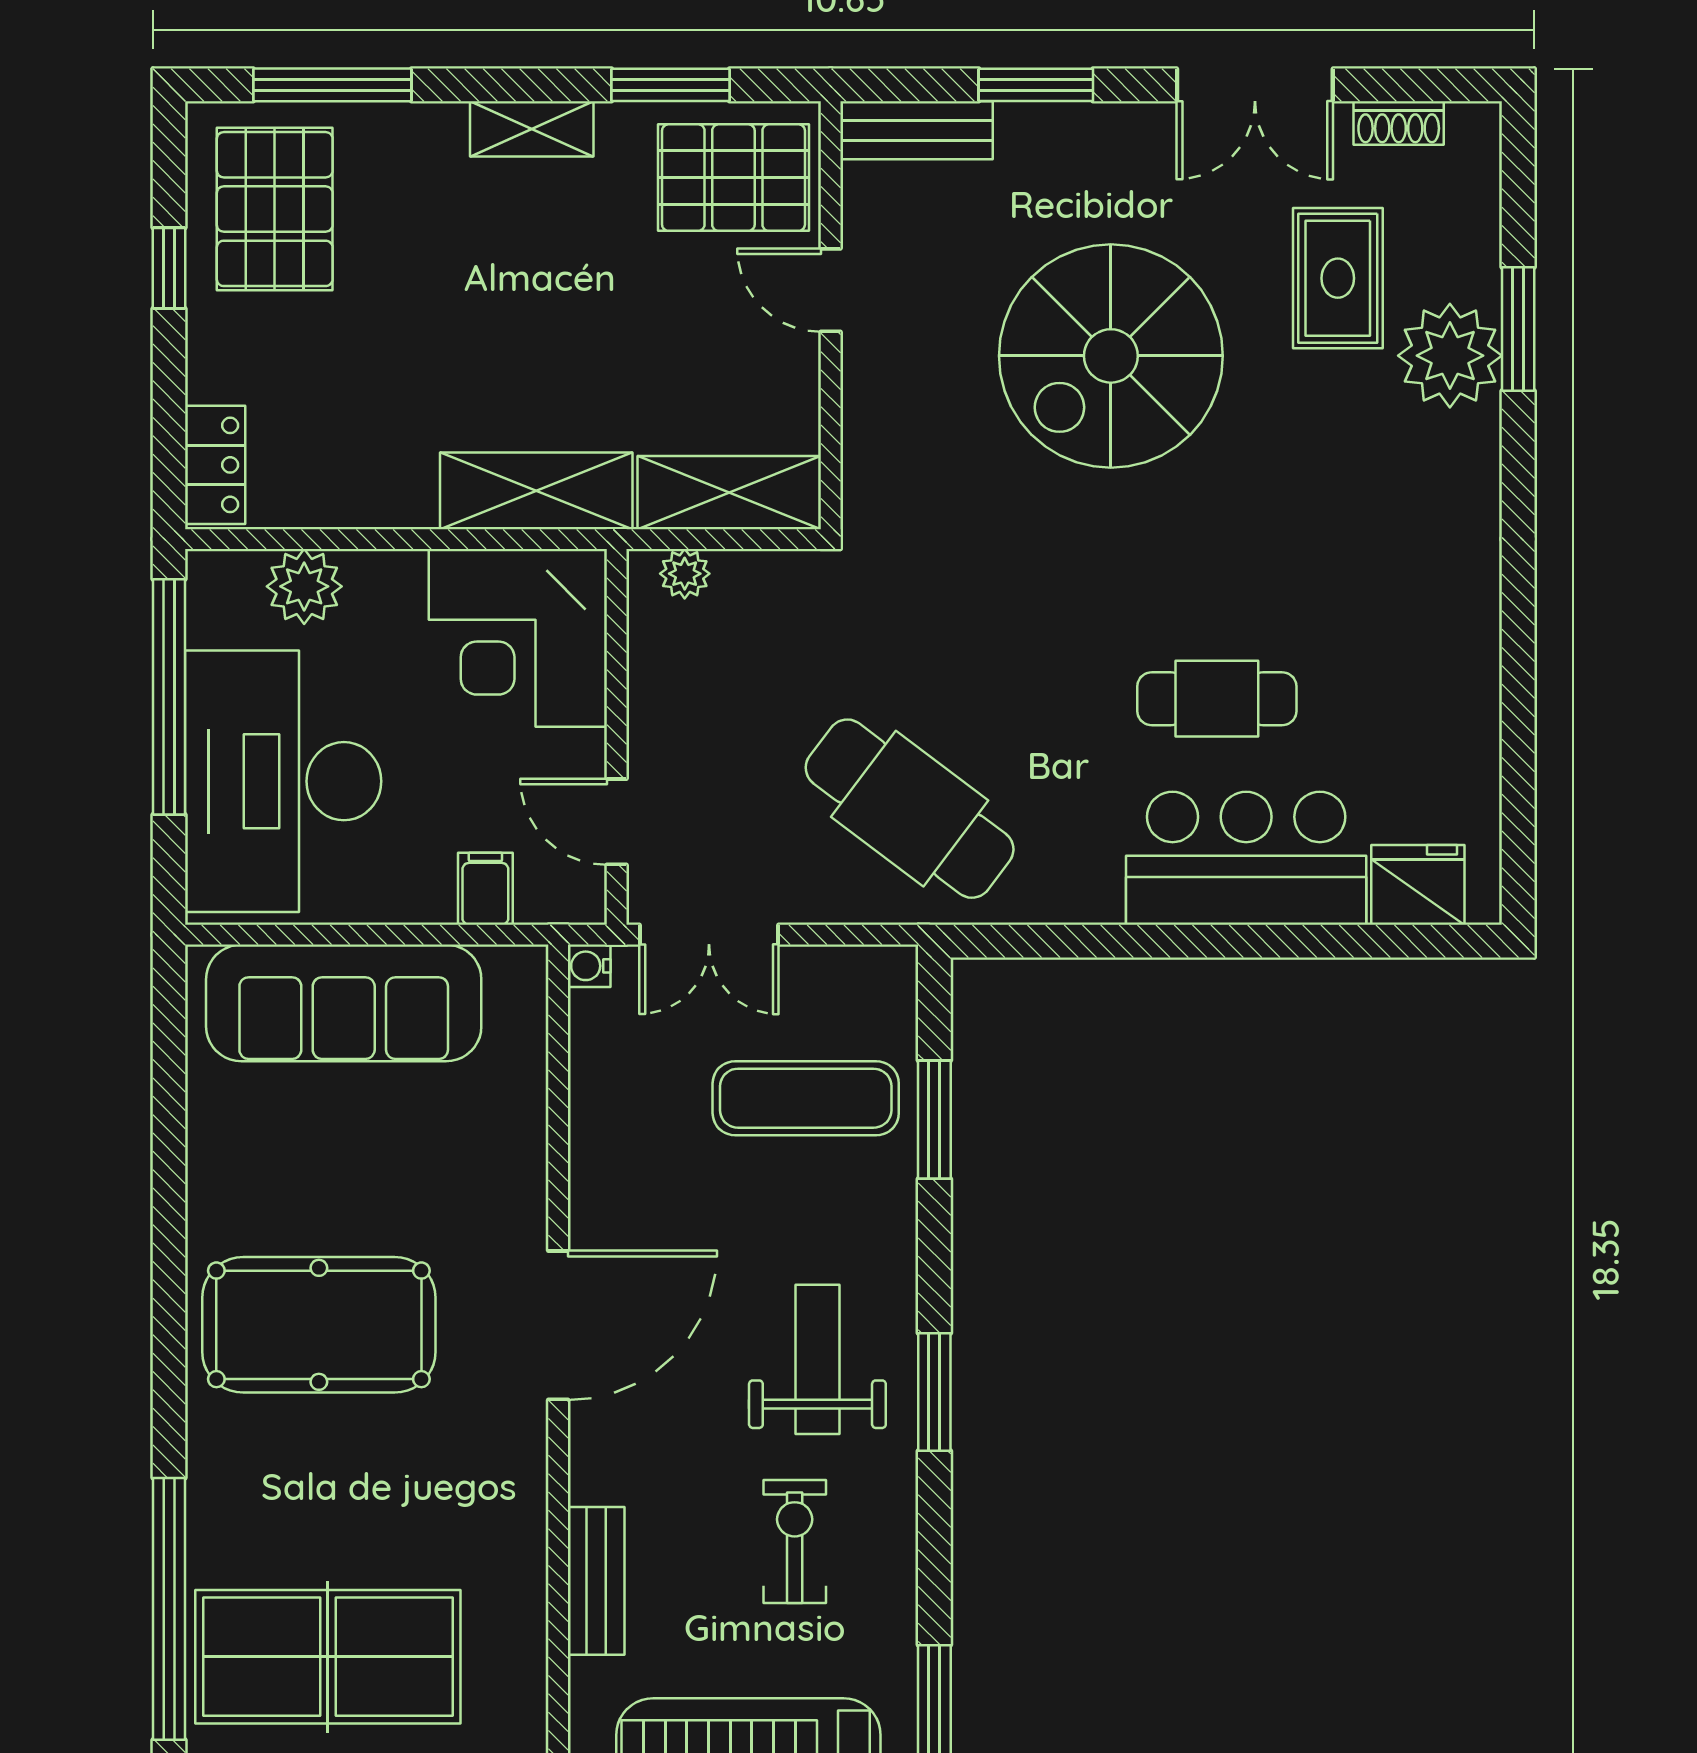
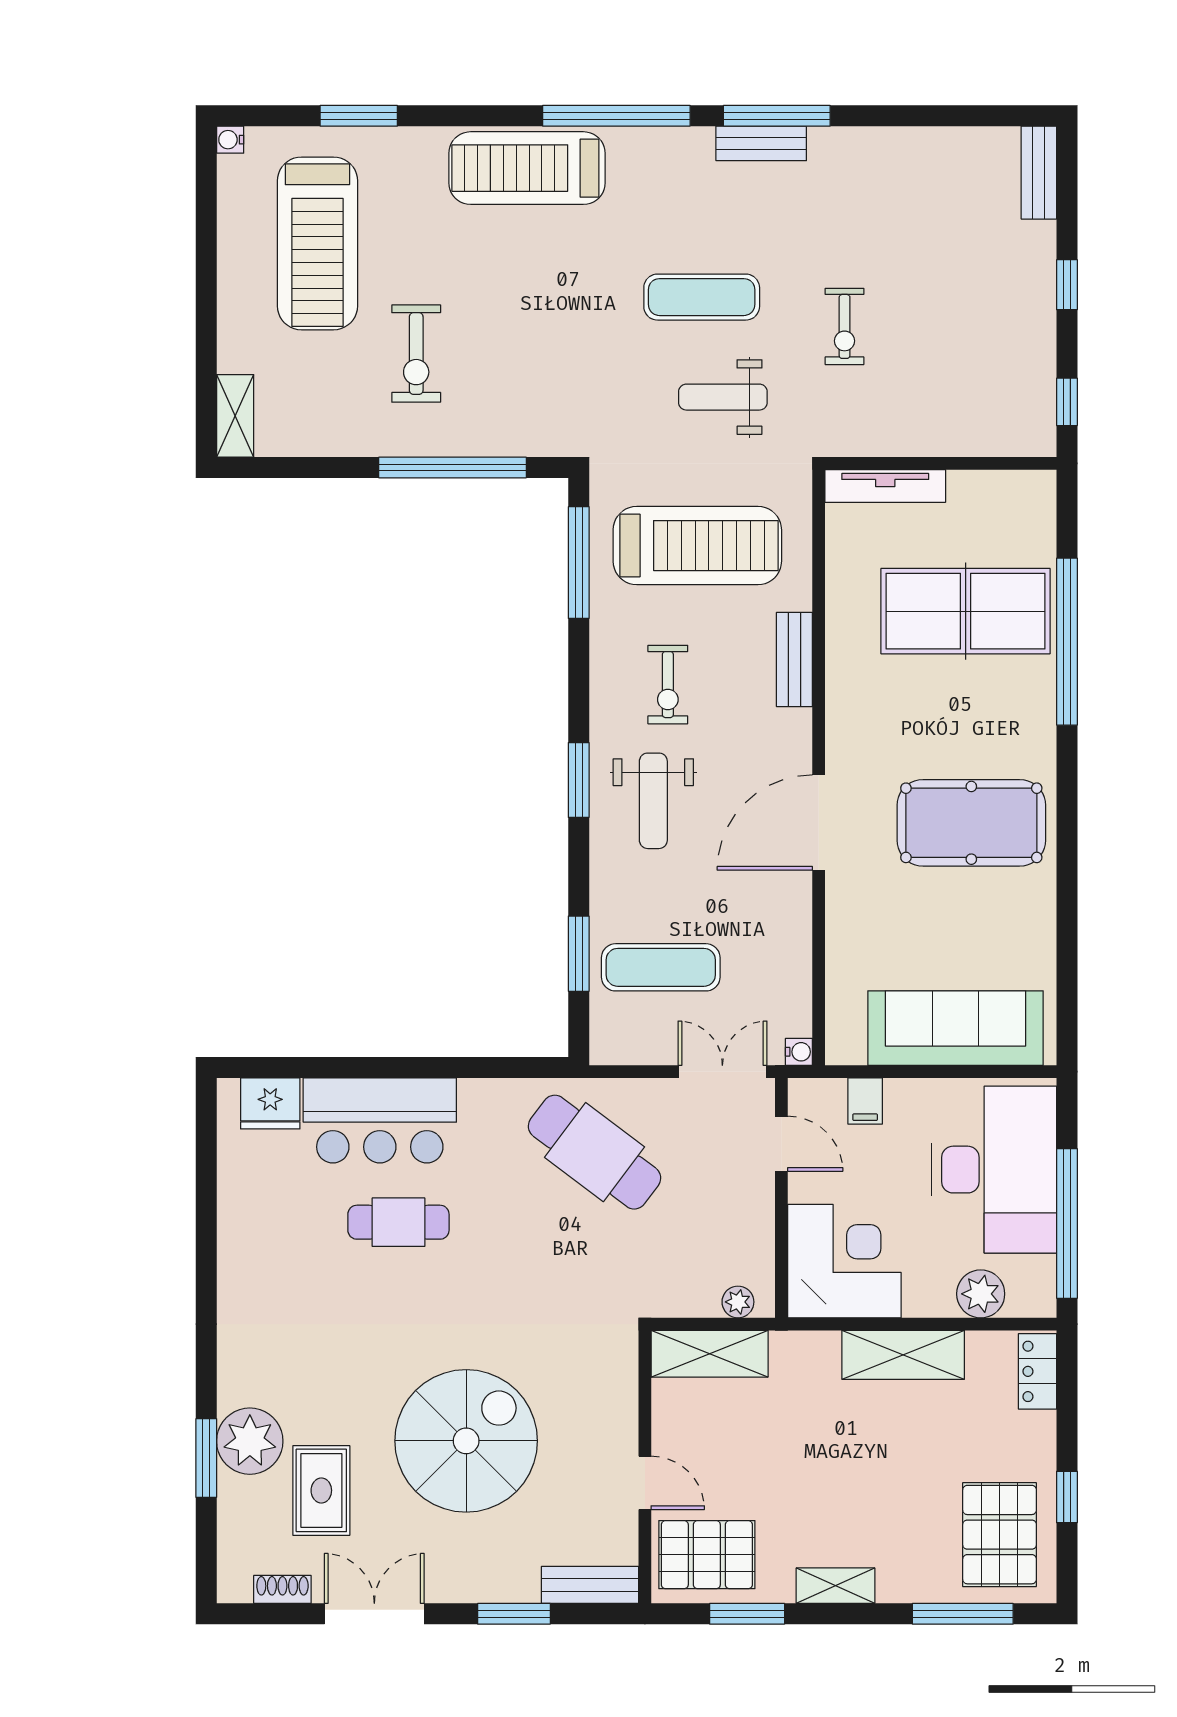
shelving: (536, 491) -> (903, 1355), moved

